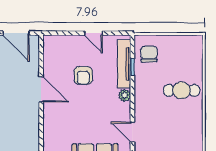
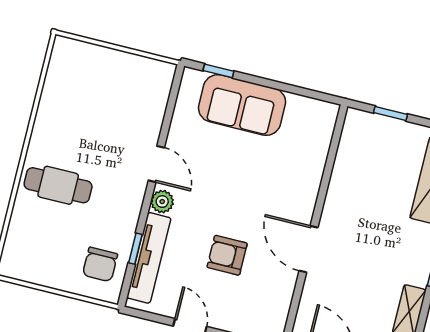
armchair: (83, 75) -> (227, 255), turned -90
door: (132, 132) -> (156, 164), moved

